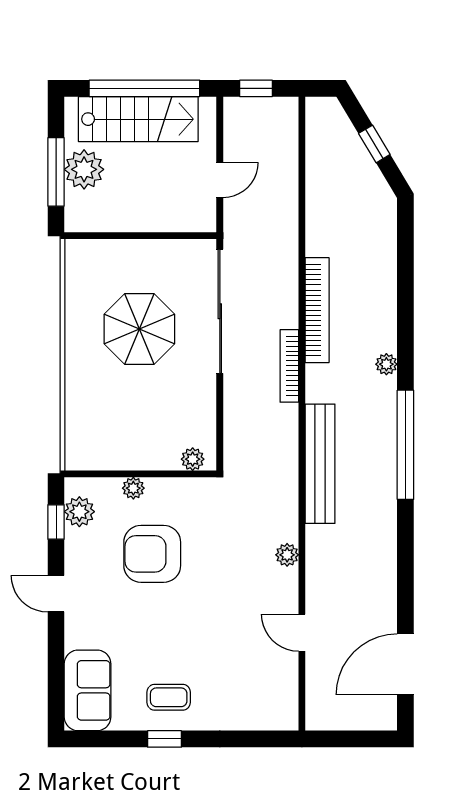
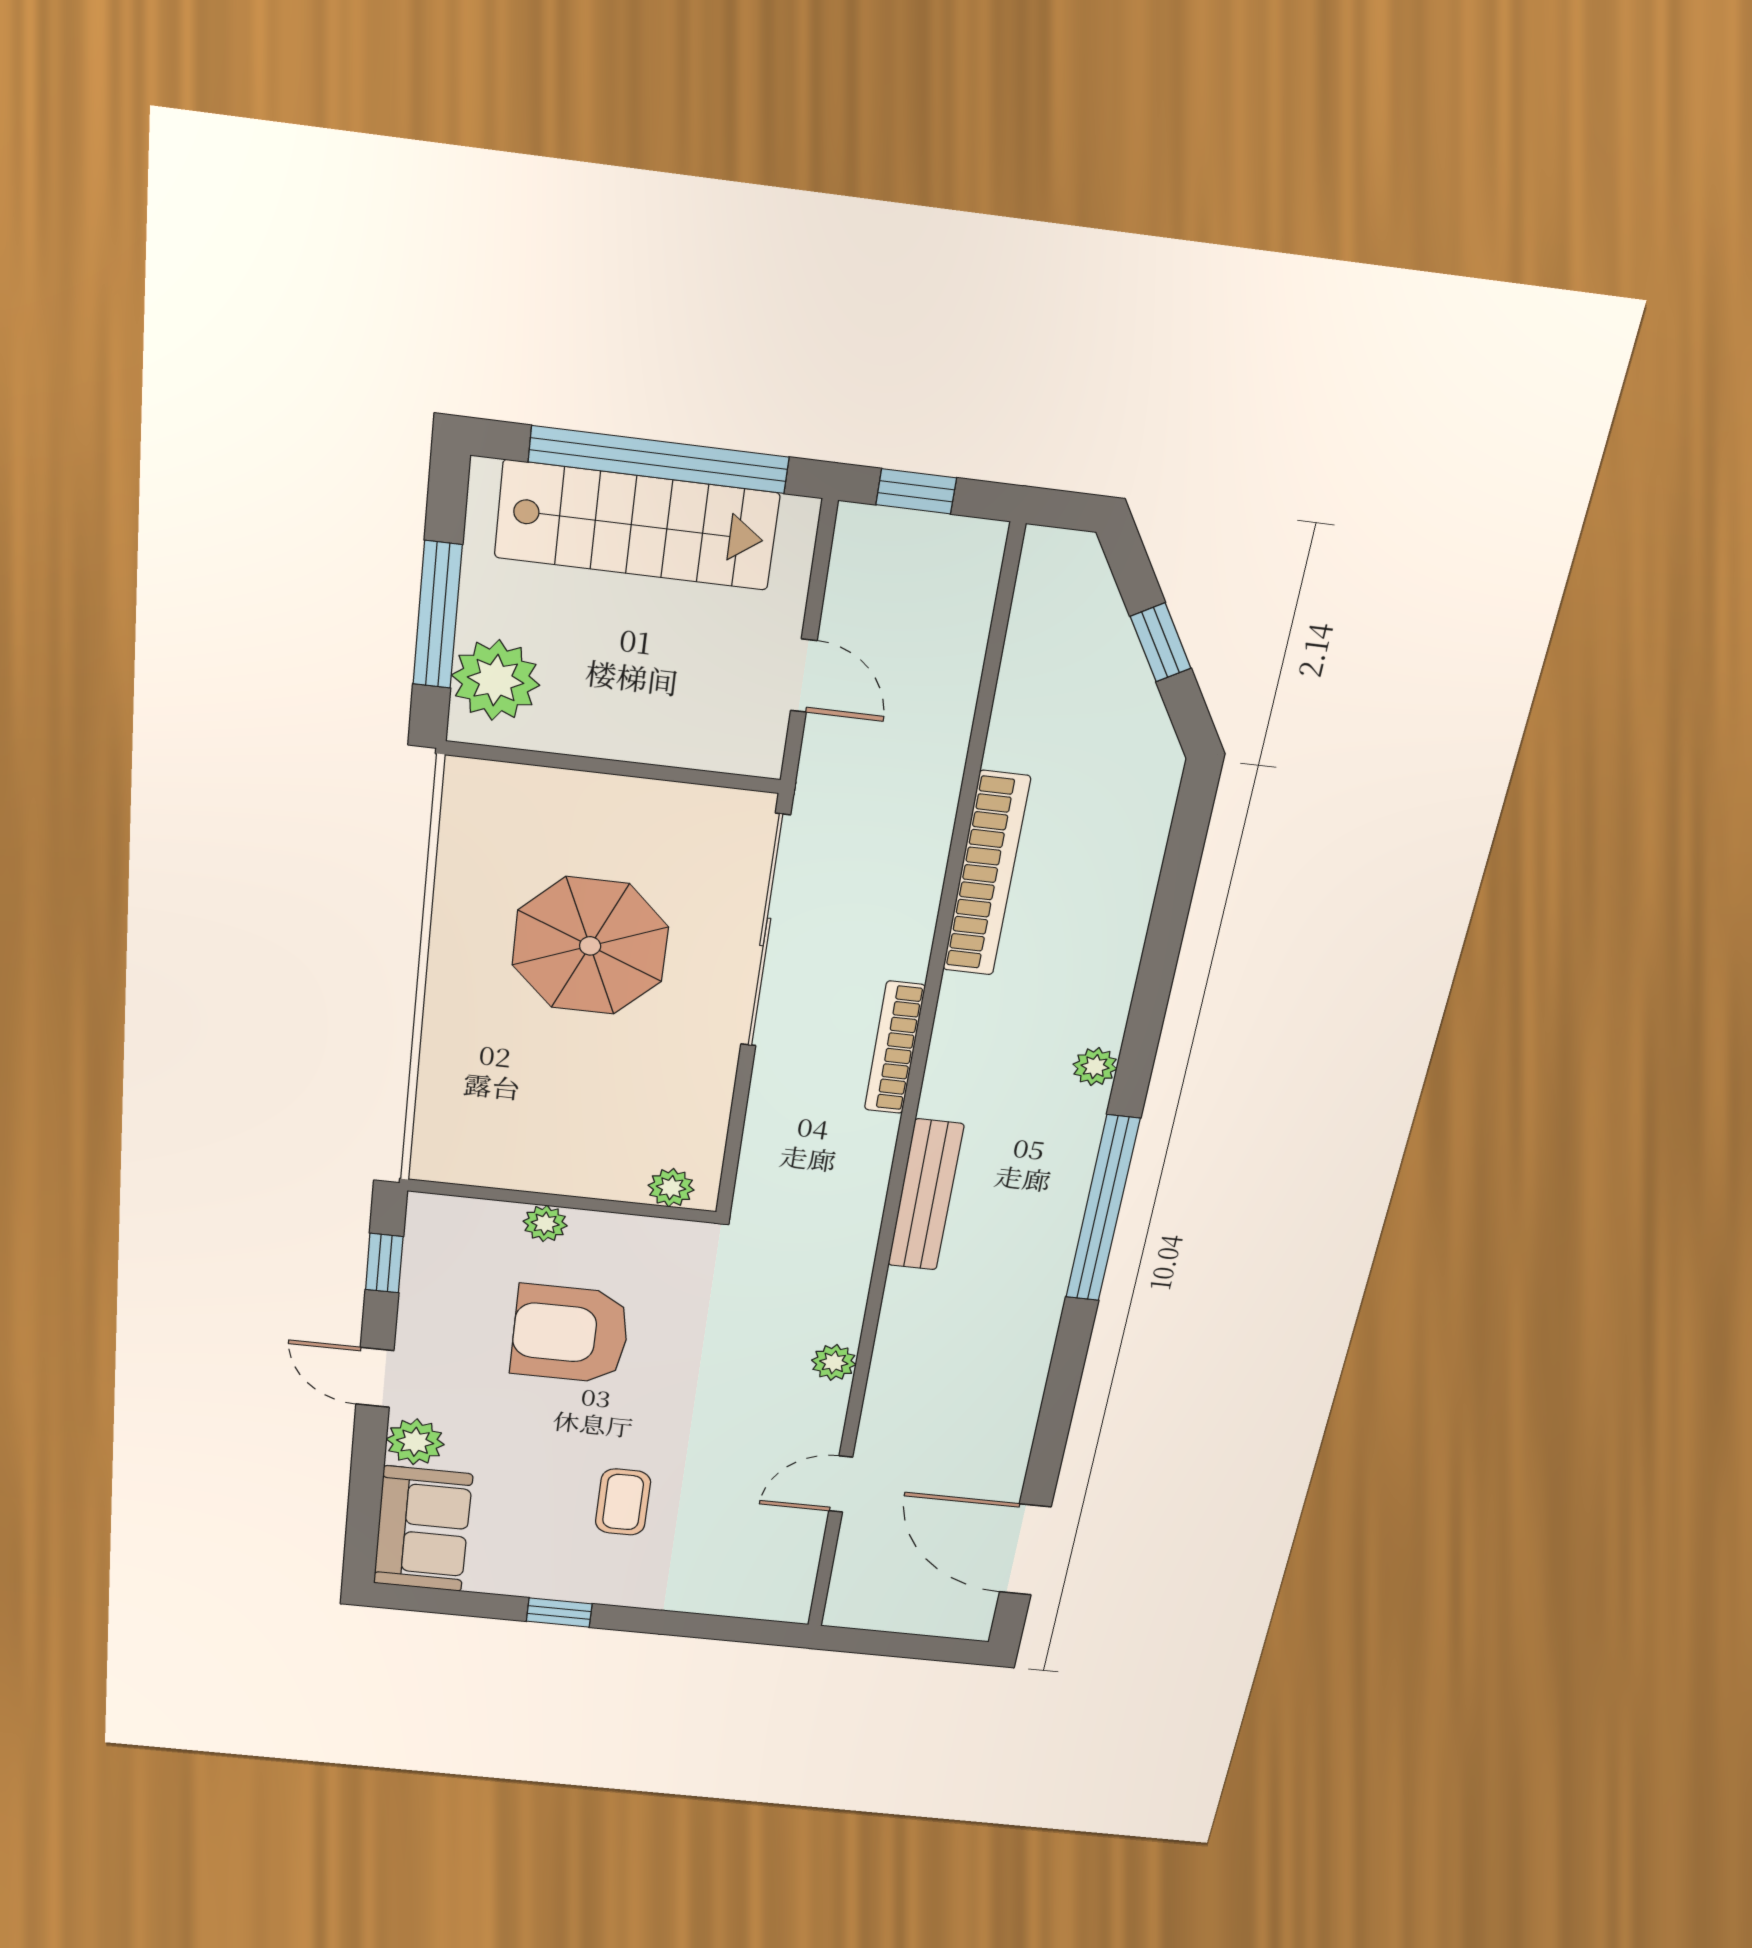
plant: (84, 169) -> (496, 680), moved
door: (220, 180) -> (804, 676), hinge flipped
bookcase: (317, 310) -> (986, 874), moved
bench: (320, 464) -> (926, 1195), width x0.73, depth x0.82
plant: (79, 512) -> (415, 1442), moved
door: (302, 633) -> (841, 1484), hinge flipped
door: (405, 664) -> (1025, 1550), hinge flipped
coffee table: (169, 697) -> (623, 1502), moved, turned 90

